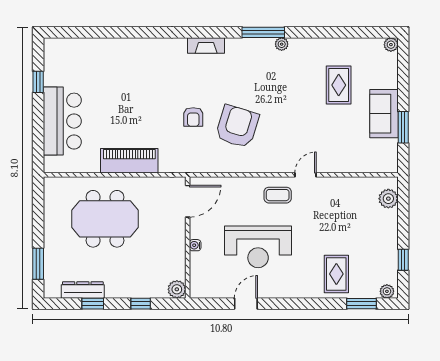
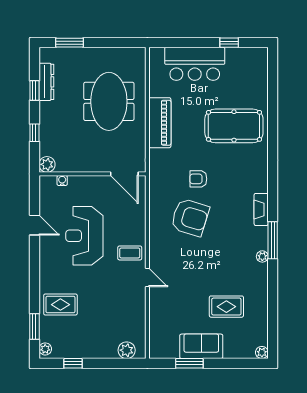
fireplace: (206, 45) -> (261, 209), moved
pool table: (133, 76) -> (234, 126), added
coffee table: (278, 195) -> (130, 253), turned 90
water cooler: (195, 245) -> (62, 180), moved

